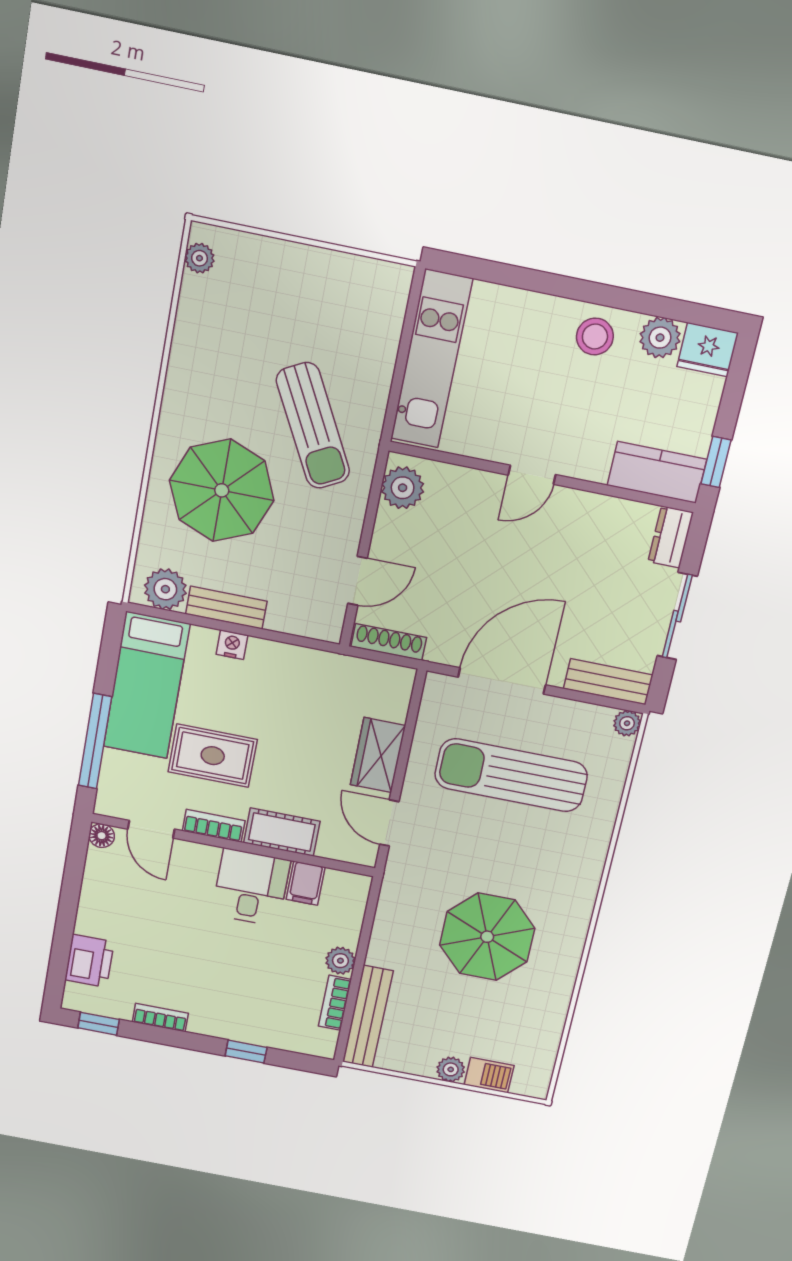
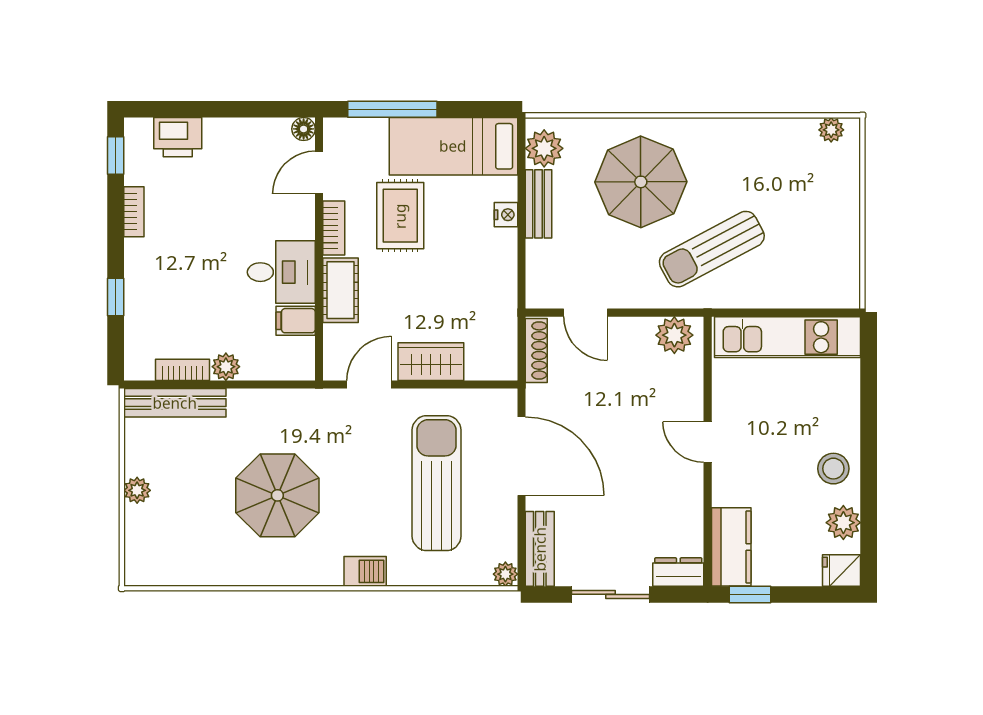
fridge: (708, 350) -> (841, 570), width x0.72
barbecue: (489, 1075) -> (365, 571), moved, turned -90

